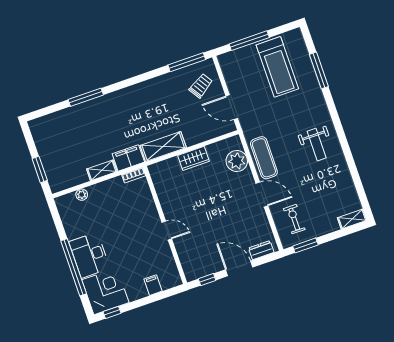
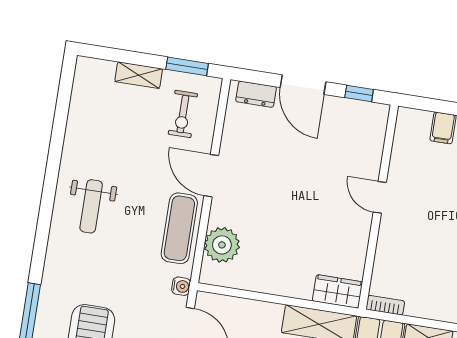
water cooler: (247, 128) -> (181, 286), added
weight bench: (317, 145) -> (91, 206), turned 180
wardrobe: (193, 158) -> (338, 291), moved
shelving: (352, 219) -> (139, 75), moved

